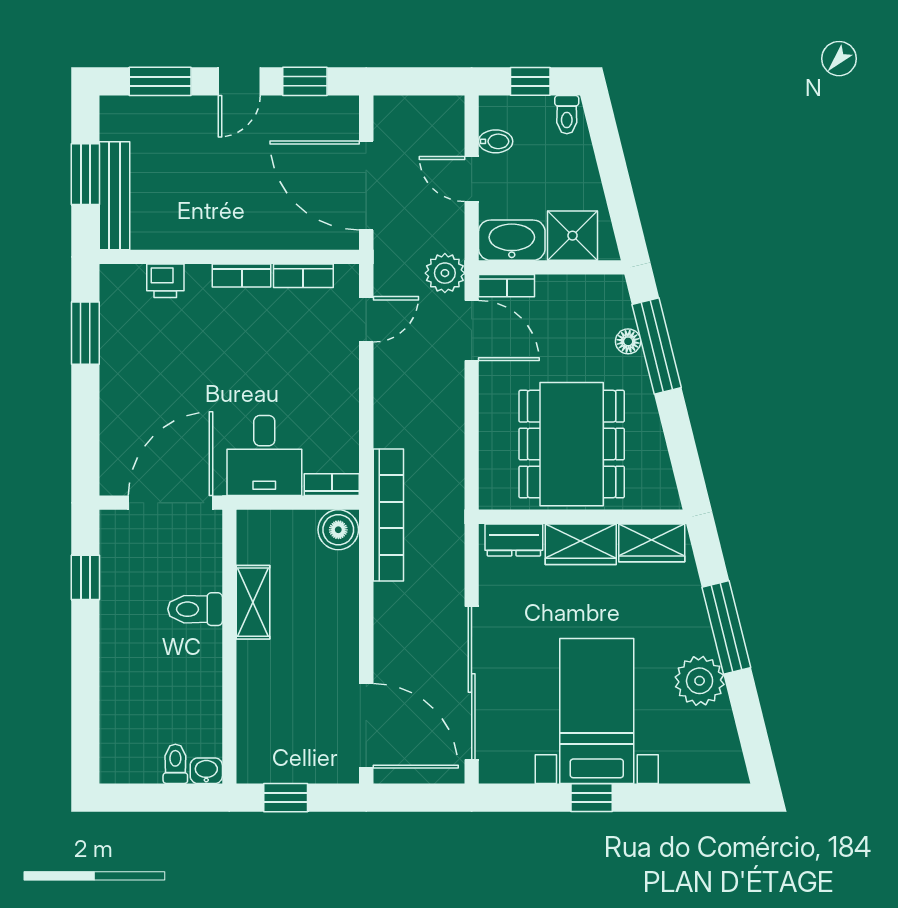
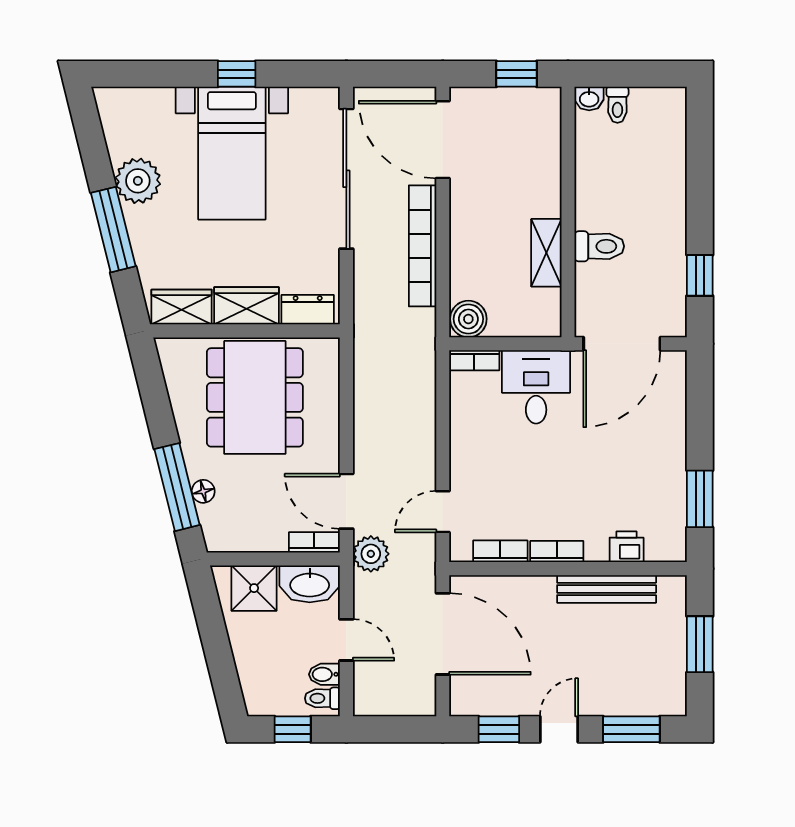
toilet: (567, 115) -> (322, 698), moved, turned -90
bench: (115, 196) -> (607, 589), moved, turned 90
bookcase: (388, 515) -> (423, 246), moved

